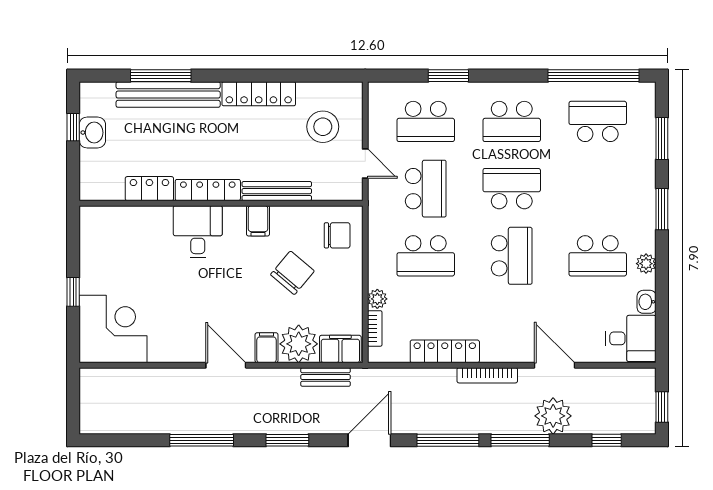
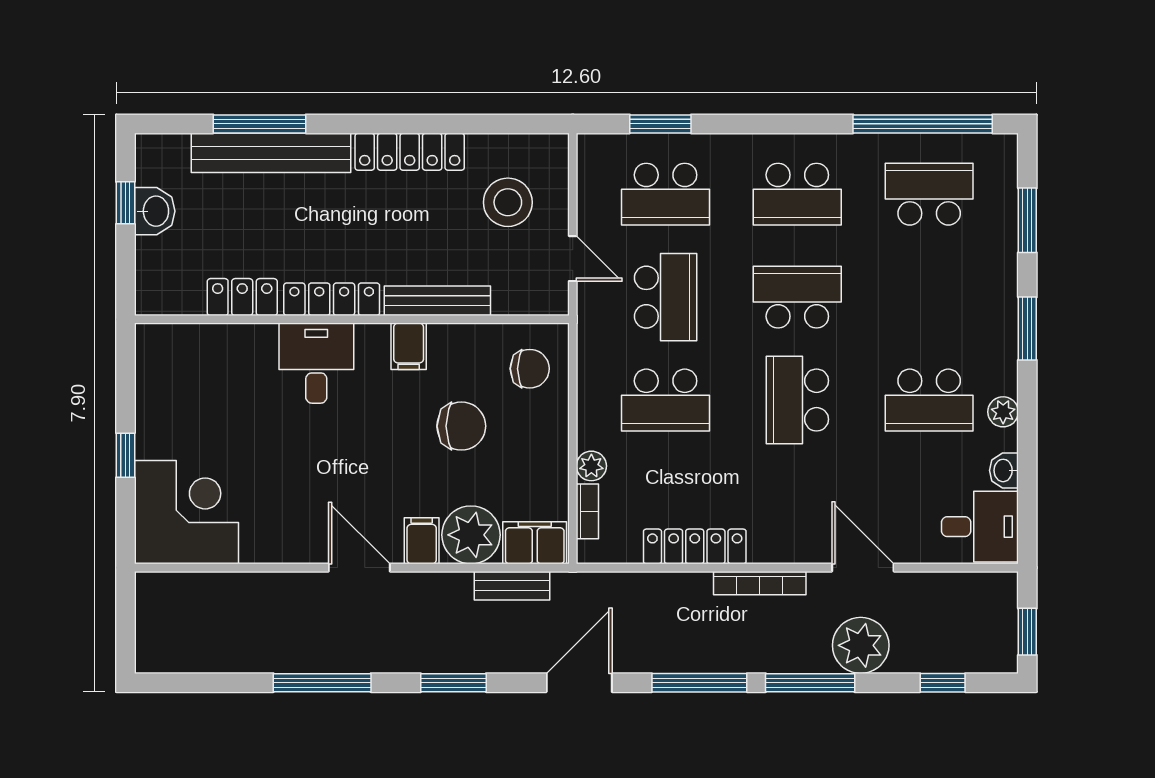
window: (448, 76) -> (660, 124), moved
school desk: (512, 256) -> (797, 400), turned 180
chair: (292, 273) -> (461, 426), turned 50

